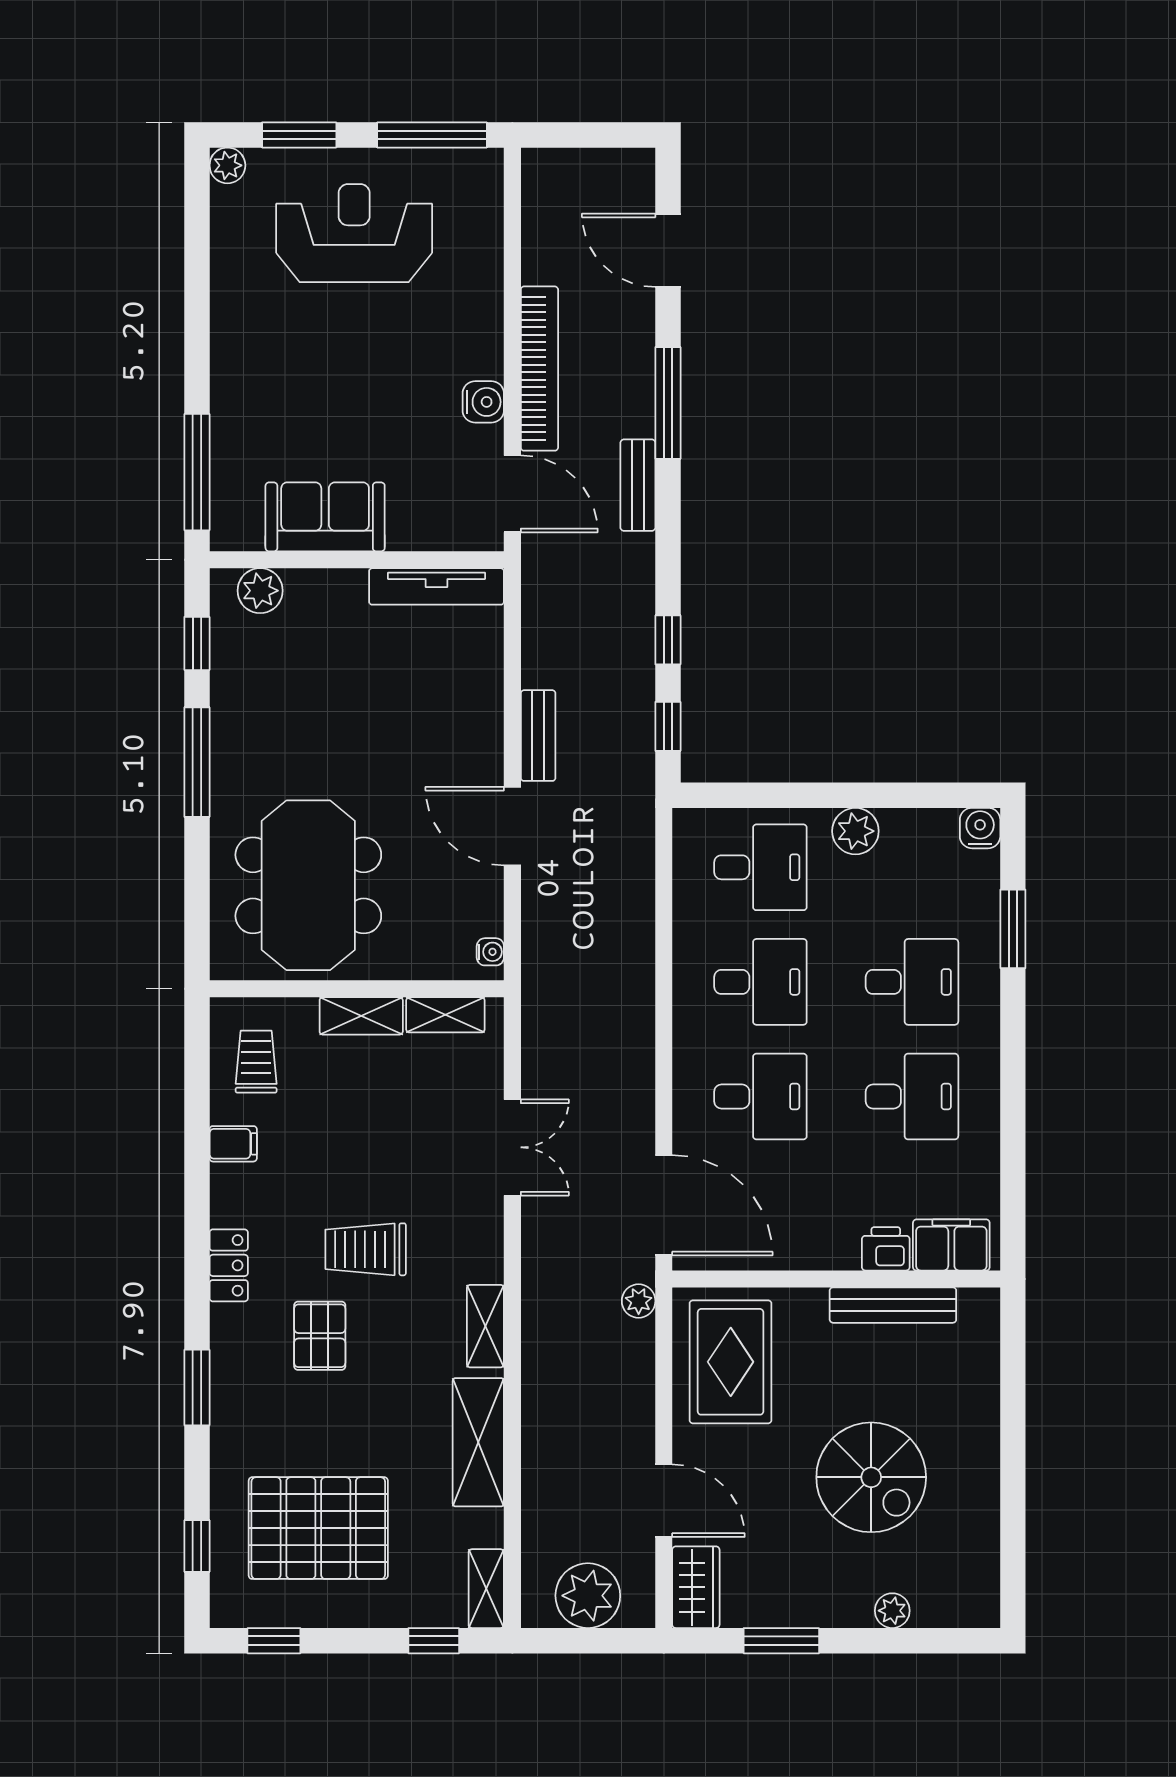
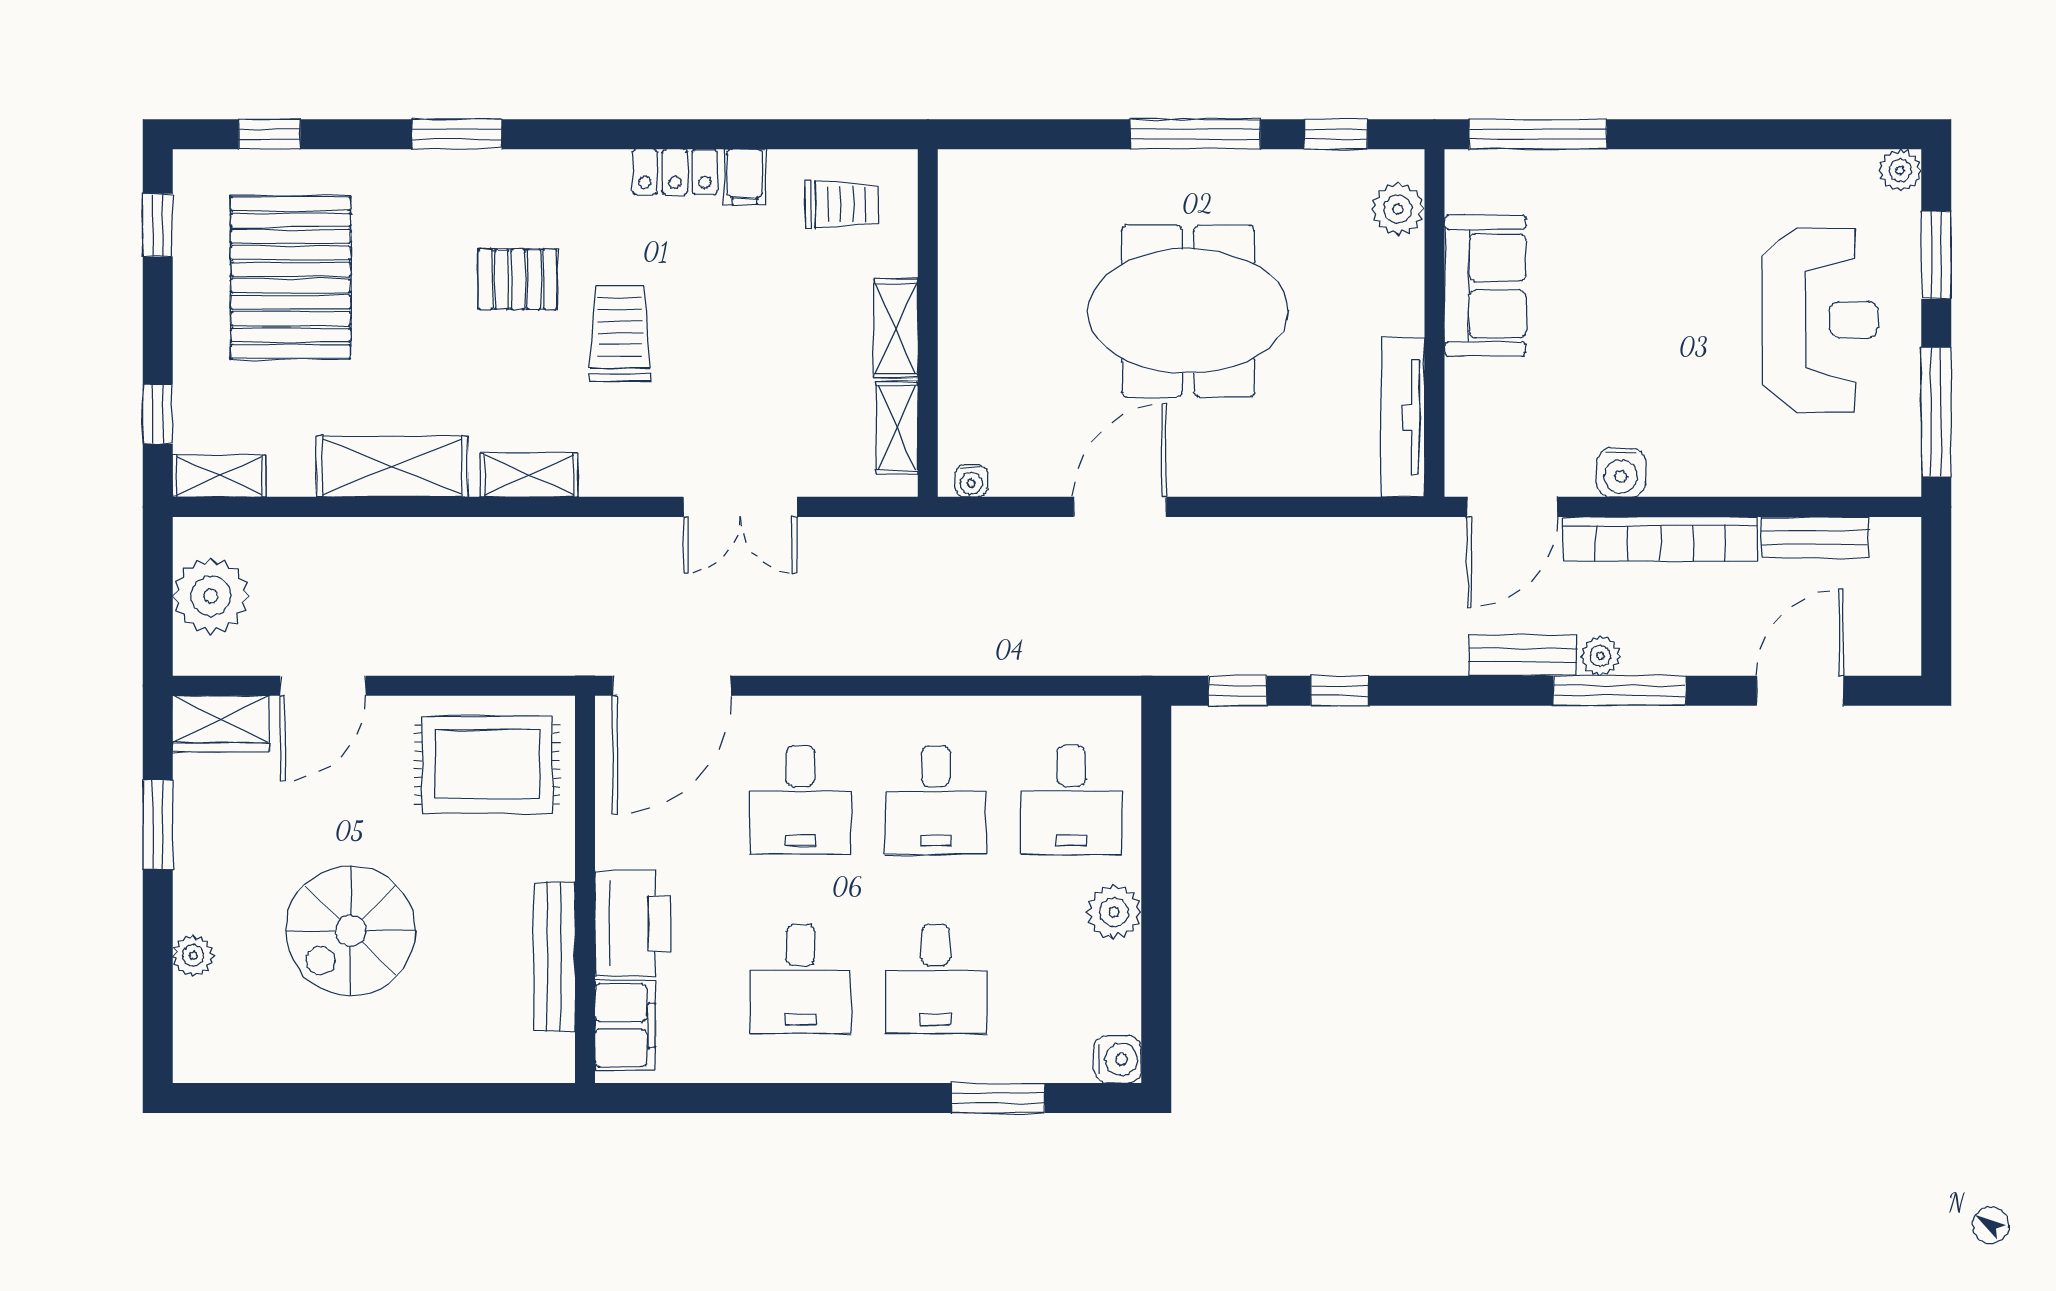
bench: (538, 736) -> (1815, 537), moved
meeting table: (308, 885) -> (1188, 311), moved
printer: (886, 1249) -> (633, 923), width x1.87, depth x1.48
locker: (229, 1265) -> (675, 172), moved
plant: (639, 1301) -> (1600, 656), moved

